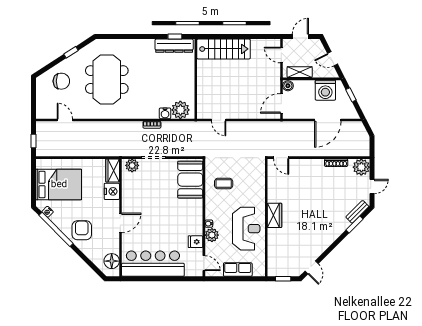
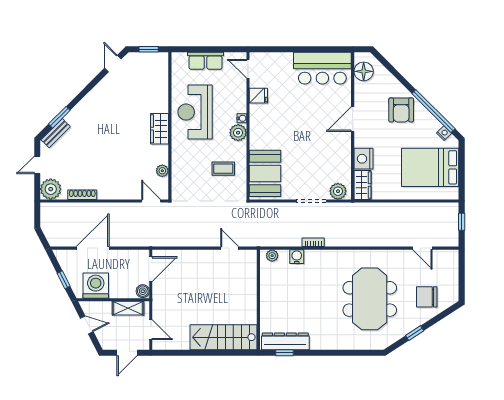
plant: (180, 110) -> (272, 256), width x0.53, depth x0.53
plant: (272, 182) -> (162, 171), added
plant: (212, 235) -> (238, 133), moved
bar counter: (153, 264) -> (322, 68), width x0.73

